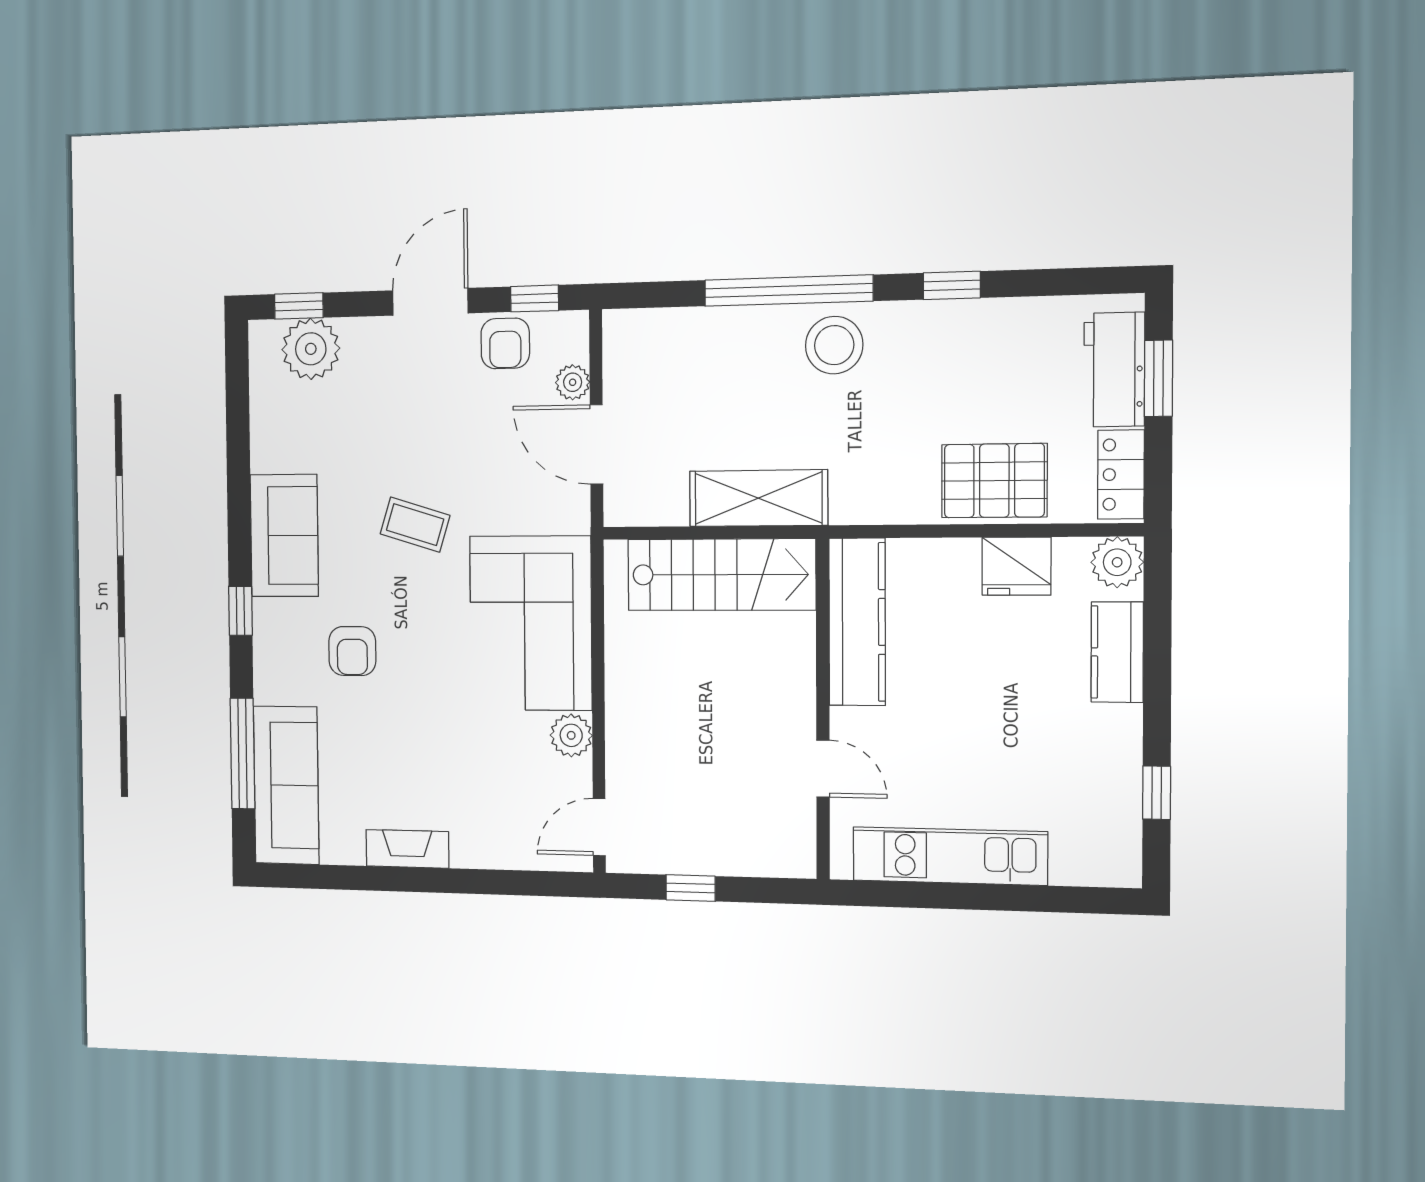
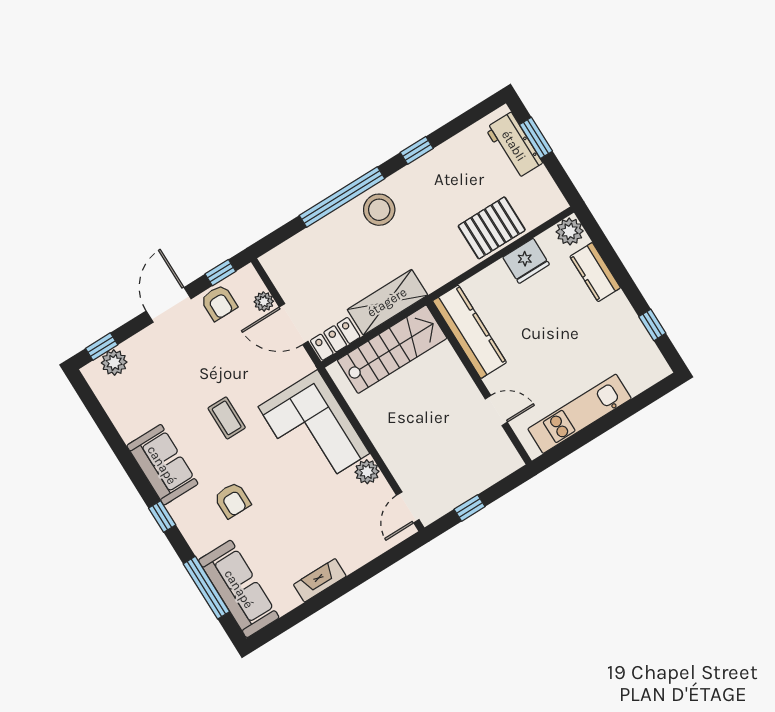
plant: (311, 349) -> (114, 362), width x0.73, depth x0.73
locker: (1121, 474) -> (335, 339), moved, turned 90
coffee table: (415, 525) -> (227, 418), turned 73

